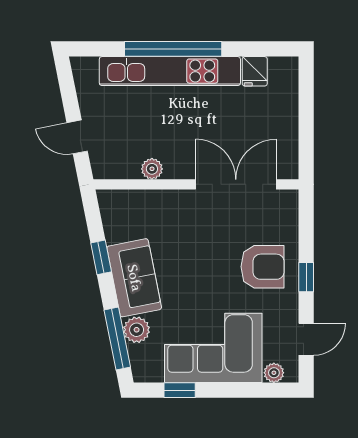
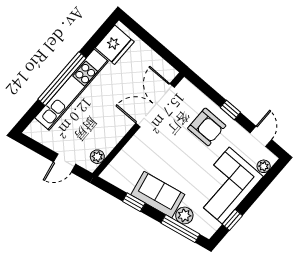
fridge: (255, 71) -> (115, 45), width x1.88, depth x1.34
plant: (152, 169) -> (97, 157), moved
armchair: (263, 267) -> (207, 127), turned 90

